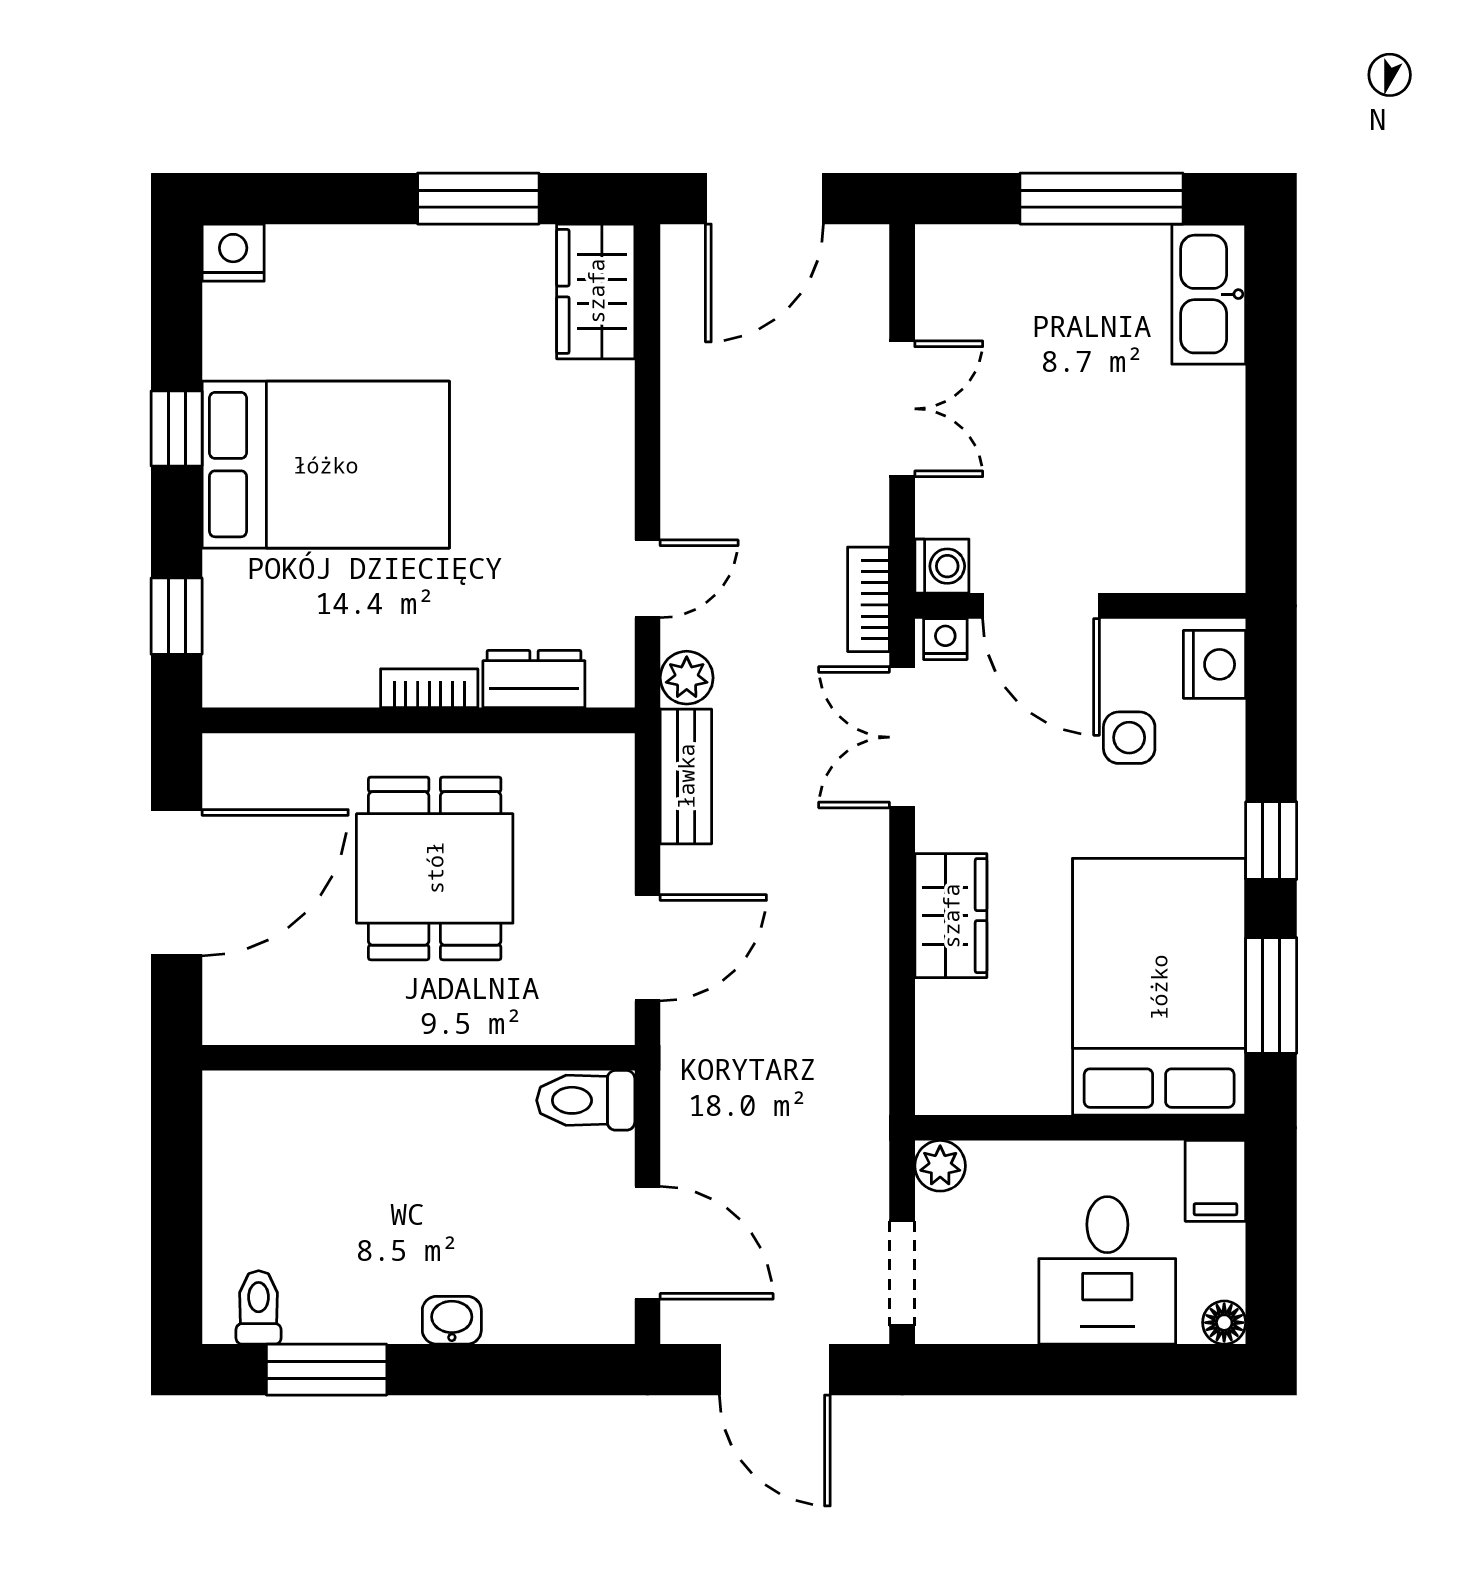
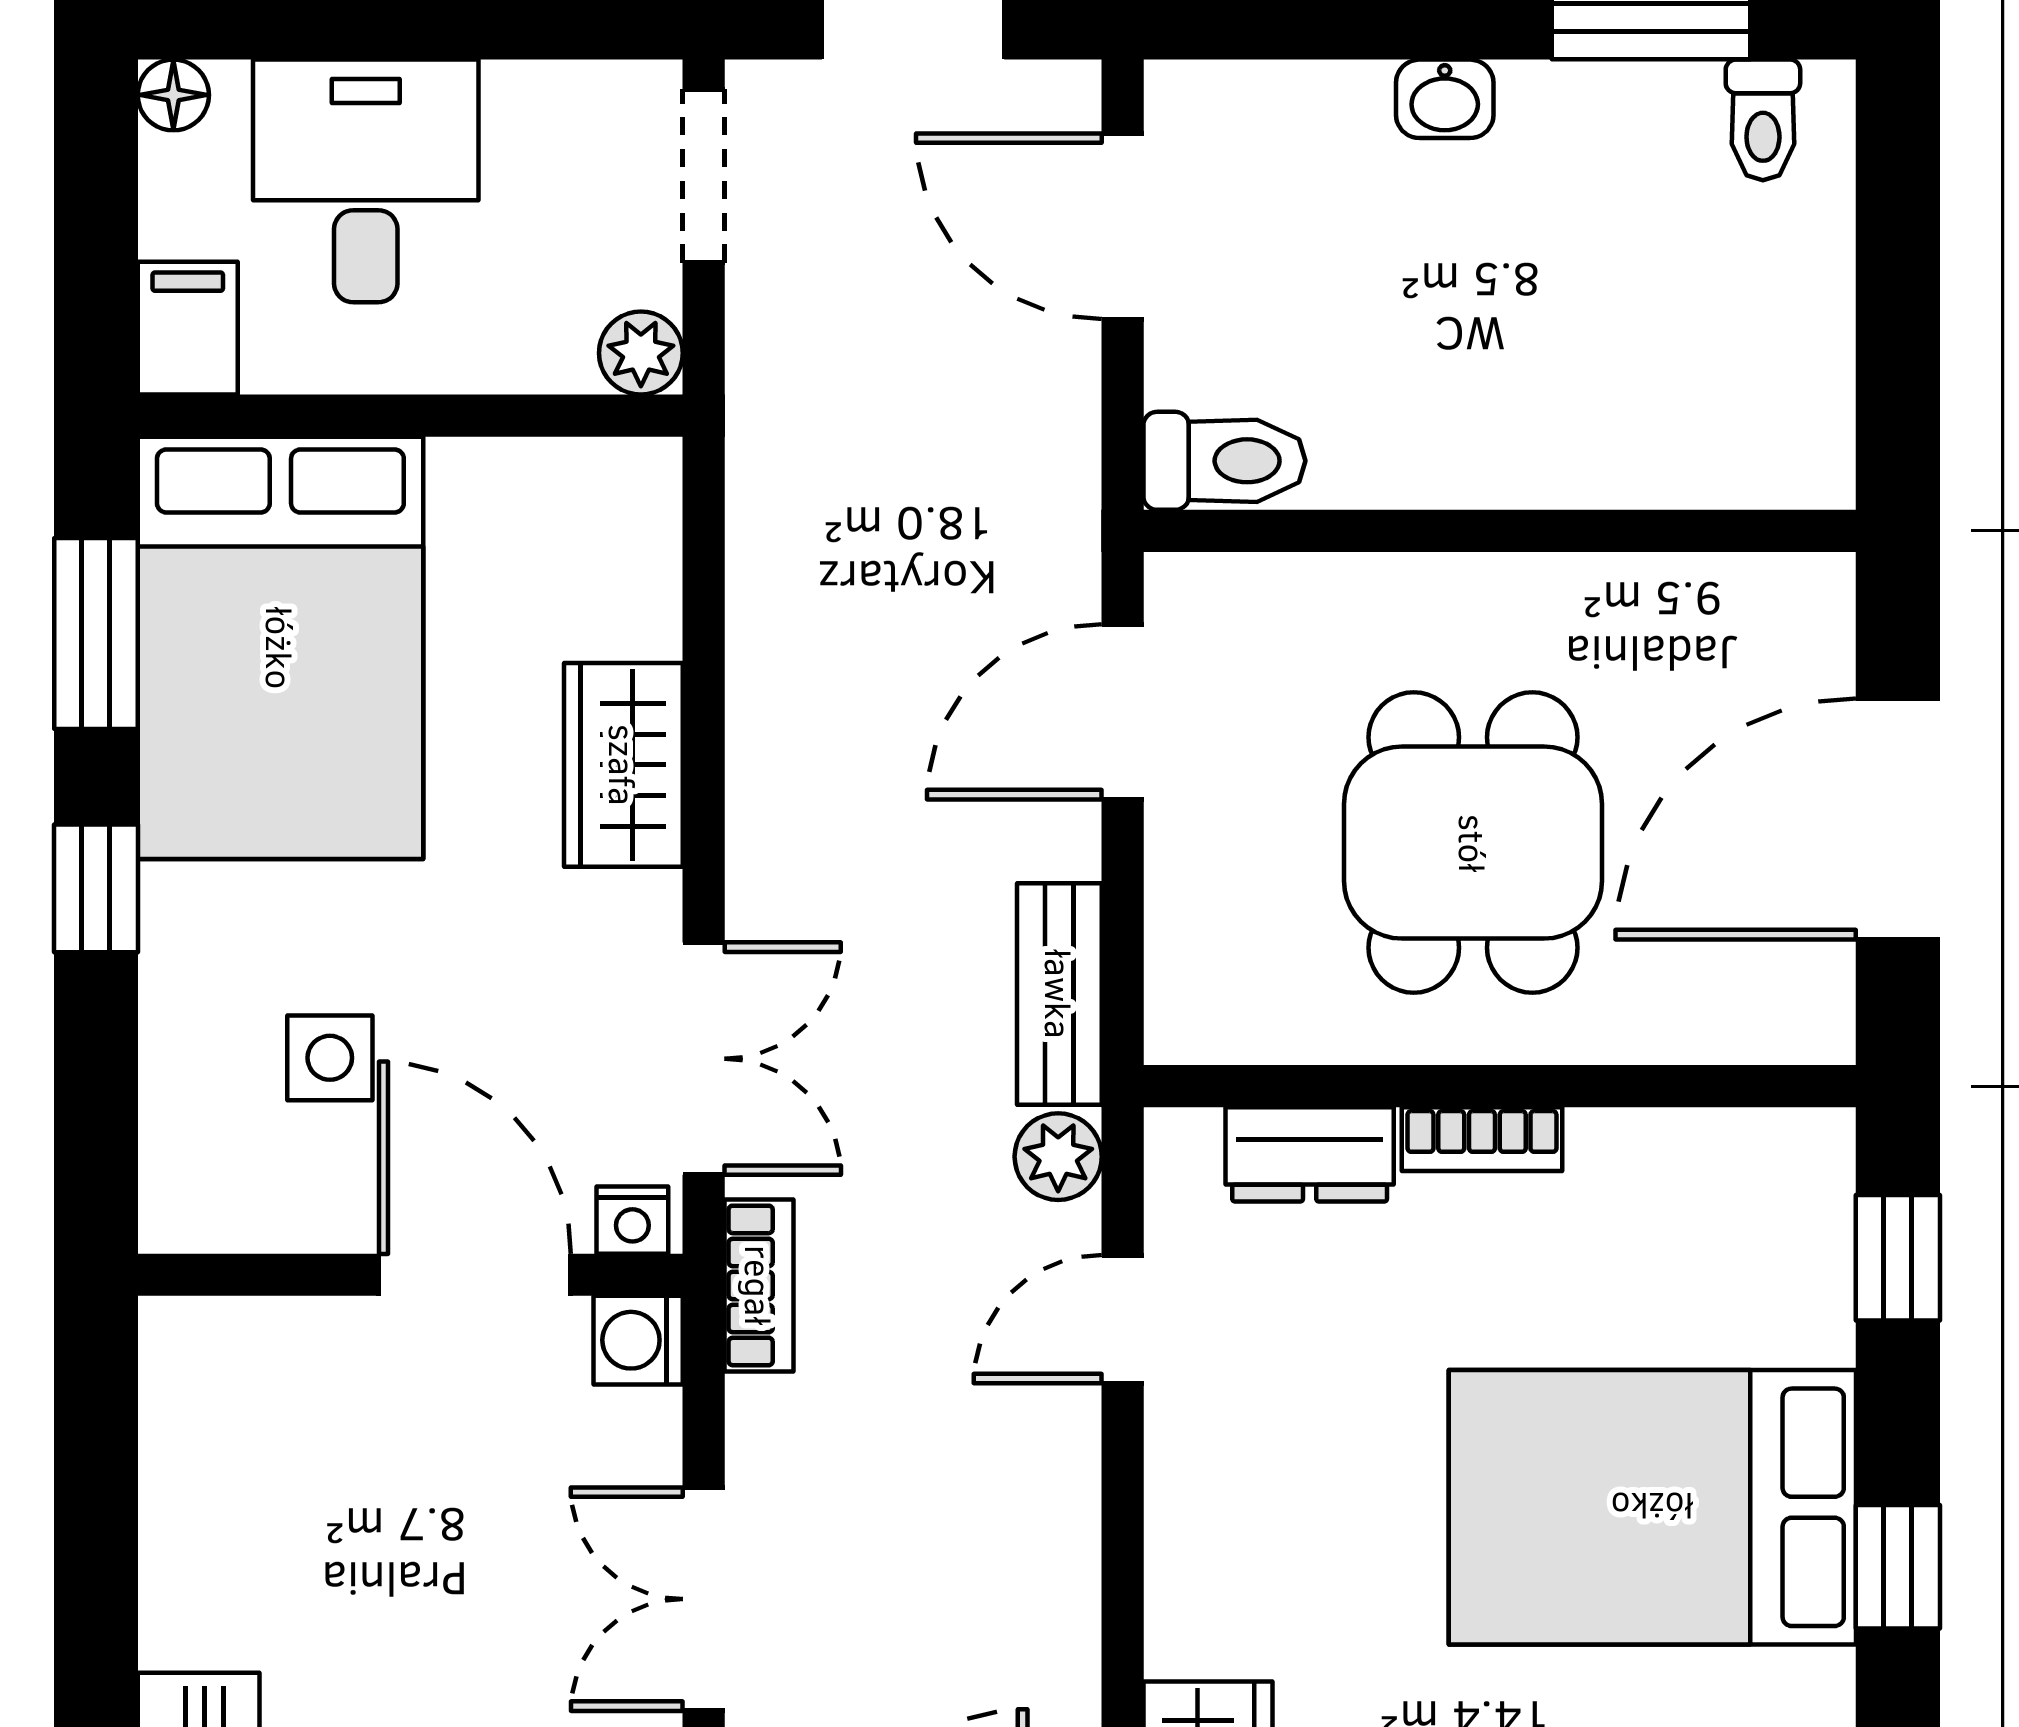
nightstand: (1215, 664) -> (189, 1178), removed

